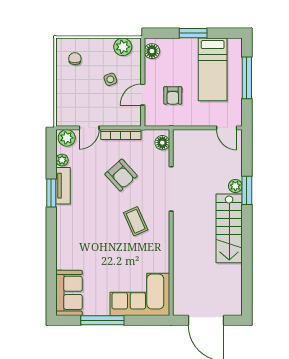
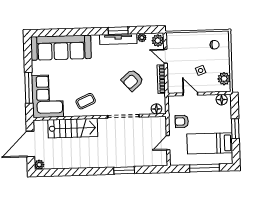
armchair: (173, 95) -> (182, 121), moved
door: (227, 128) -> (168, 143), moved
tv unit: (63, 186) -> (118, 39), width x1.41
plant: (235, 186) -> (39, 165), moved
coffee table: (136, 221) -> (86, 101), moved
stairs: (229, 228) -> (73, 128), moved, turned 180
sofa: (69, 293) -> (61, 48), width x1.85, depth x1.27
window: (102, 320) -> (29, 88), moved

